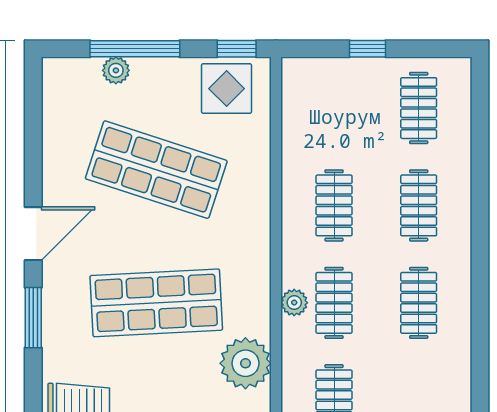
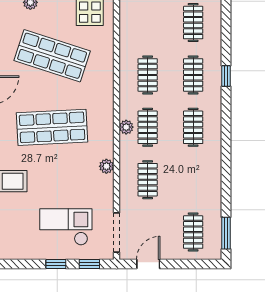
window: (480, 207) -> (226, 76), added
plant: (245, 363) -> (106, 166), width x0.53, depth x0.53

